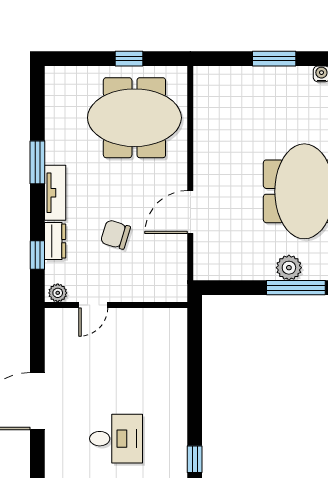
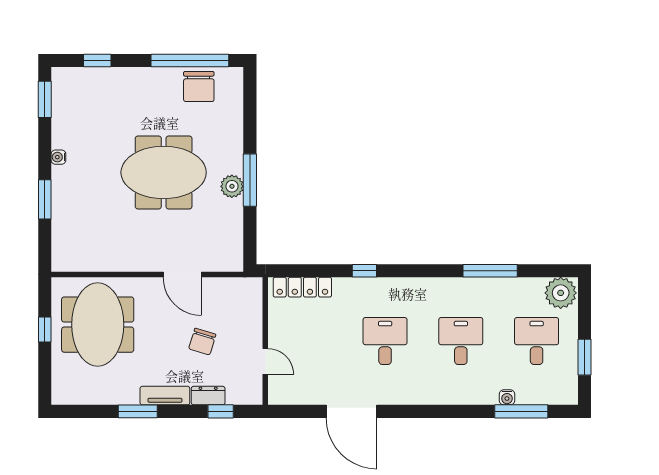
plant: (58, 293) -> (255, 393), removed
locker: (176, 346) -> (302, 287), added
window: (195, 459) -> (364, 271), moved

